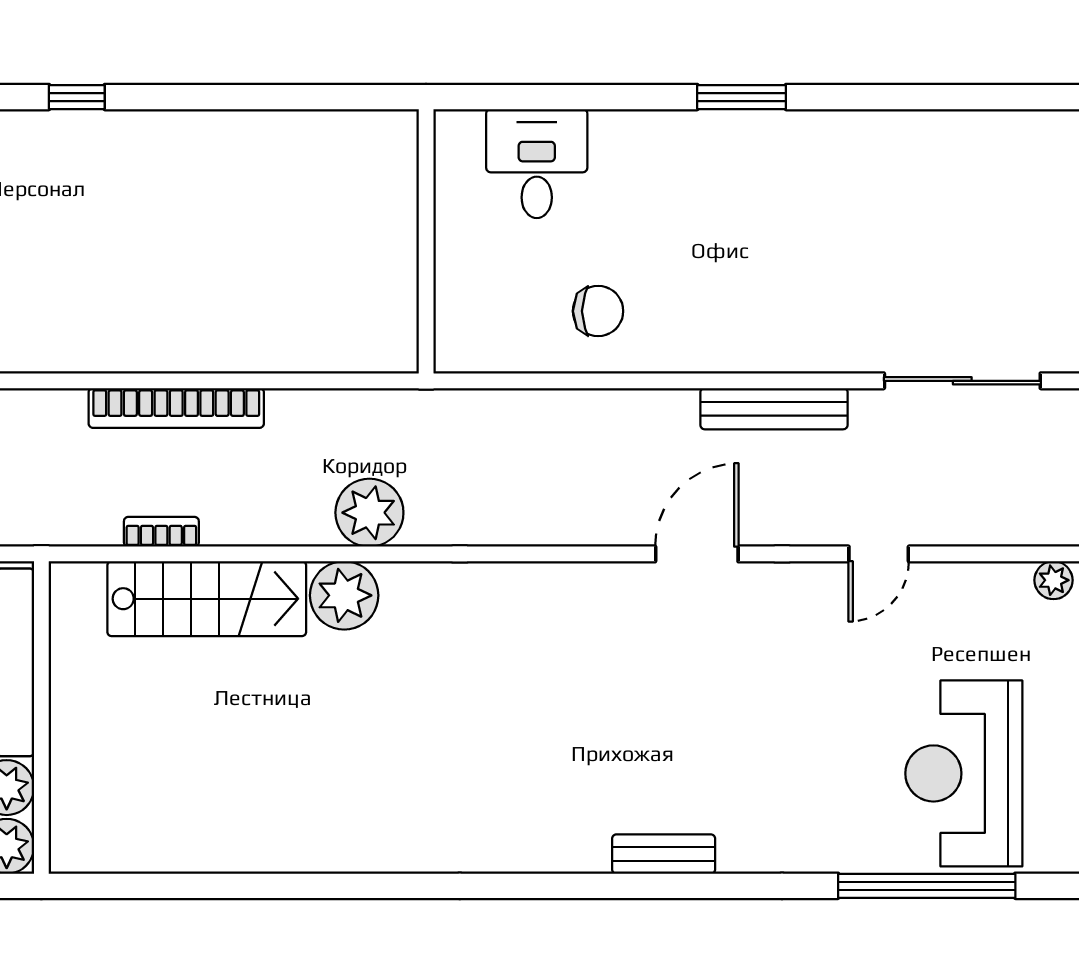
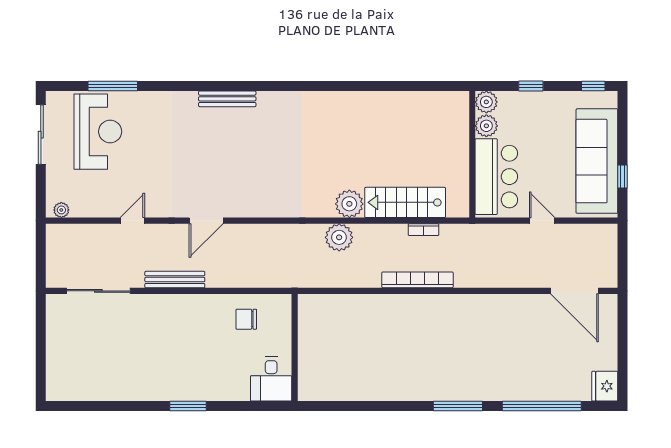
window: (77, 97) -> (458, 406), width x2.17
wall: (426, 241) -> (295, 348), moved
bench: (664, 854) -> (227, 99), width x1.36
window: (927, 886) -> (113, 86), width x0.68

